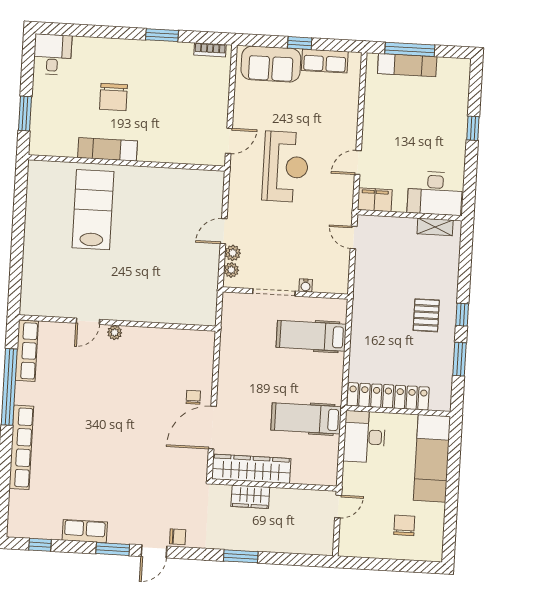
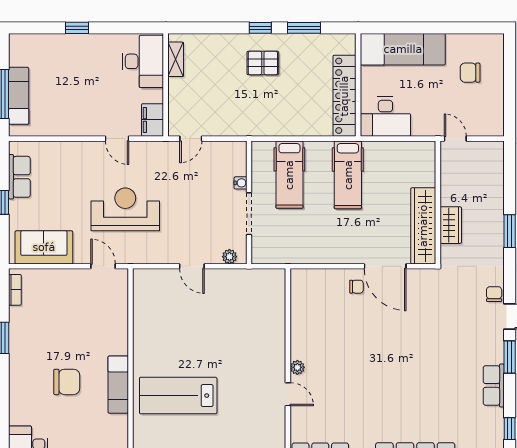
sofa: (271, 64) -> (44, 247), moved, turned -90
plant: (233, 253) -> (213, 256), removed
chair: (193, 397) -> (356, 287), turned 180
hospital bed: (306, 418) -> (348, 175), moved

